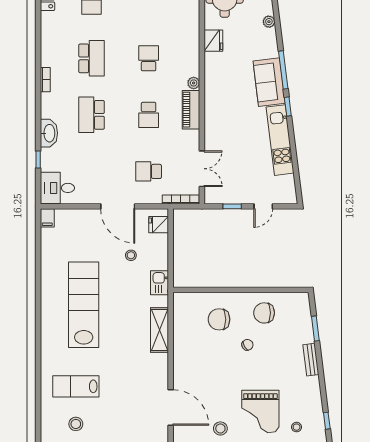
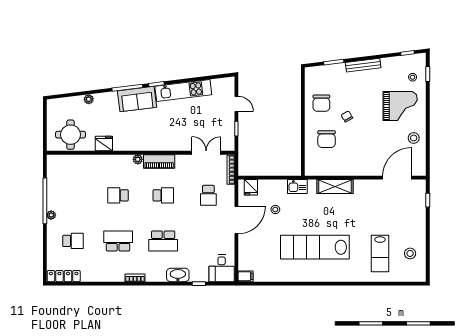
bench: (311, 360) -> (363, 65), width x1.36

